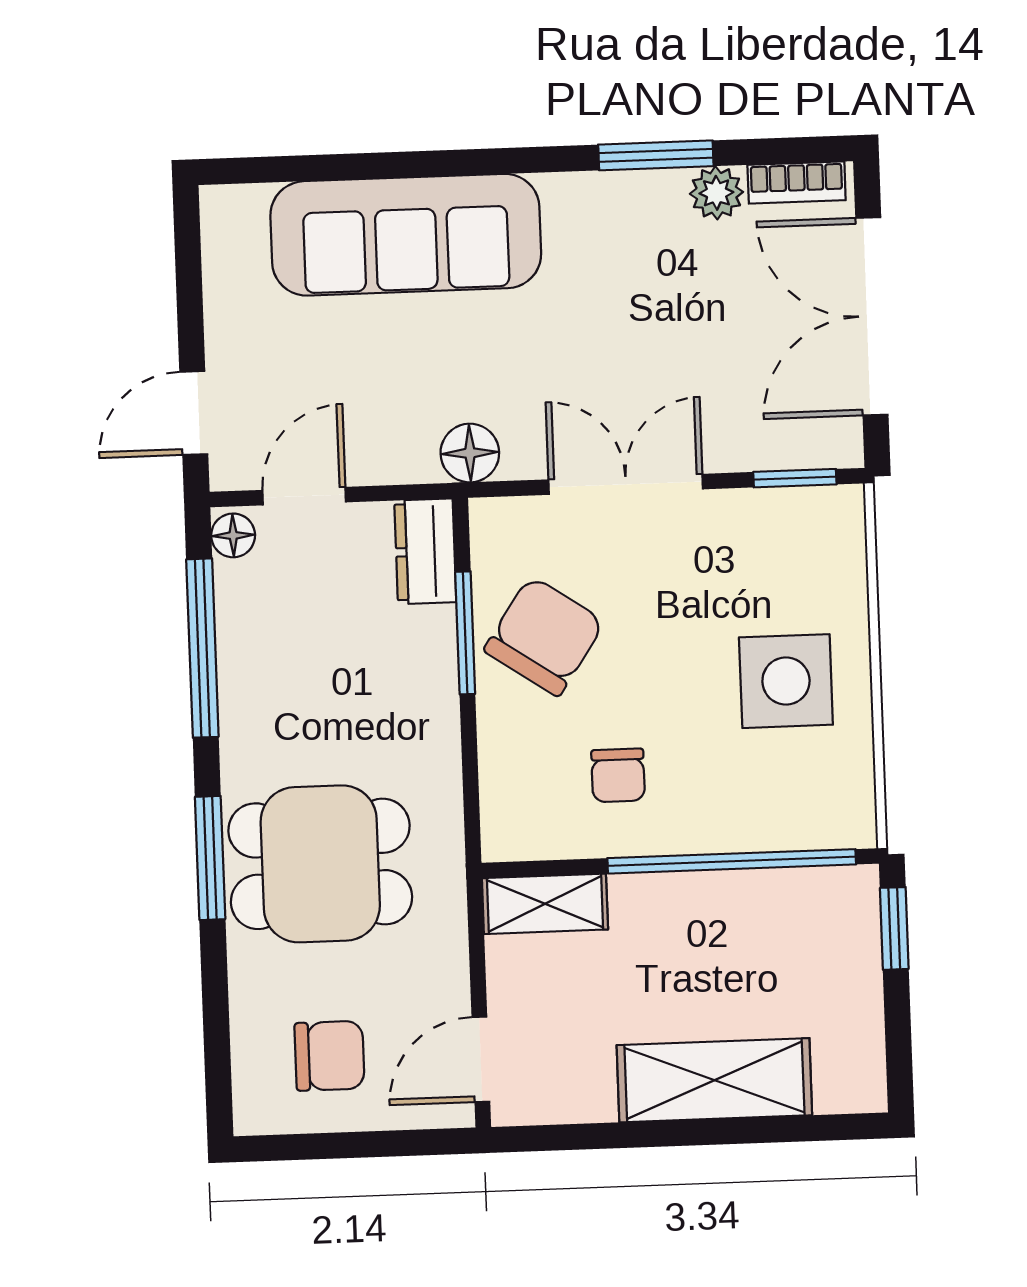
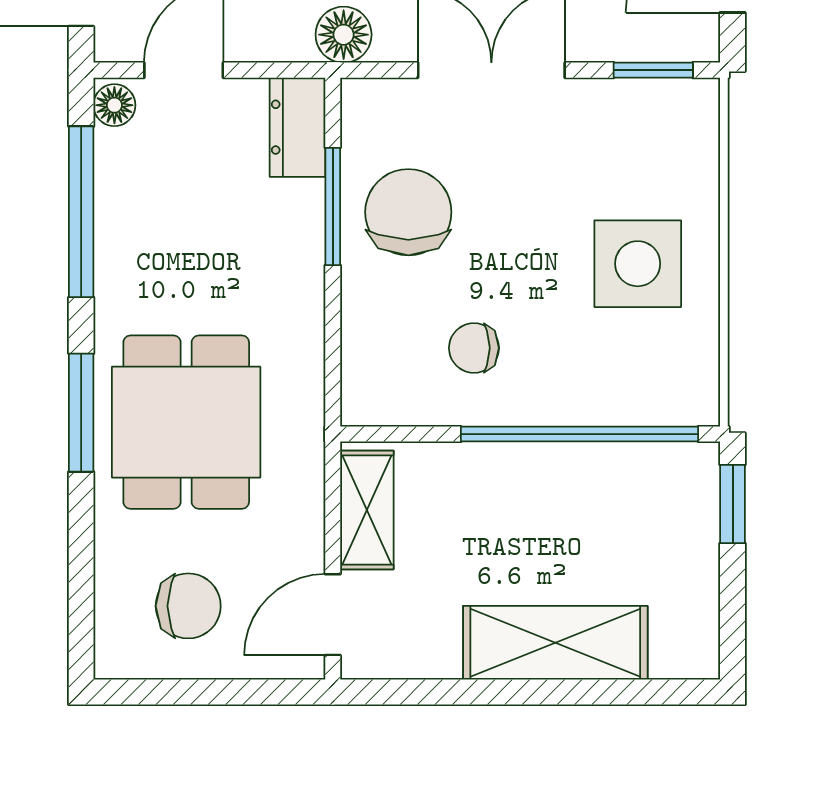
chair: (544, 636) -> (408, 212), turned -34
chair: (618, 775) -> (474, 348), turned 90
dining table: (320, 864) -> (186, 422), turned 90
shelving: (545, 904) -> (367, 510), moved, turned 90

